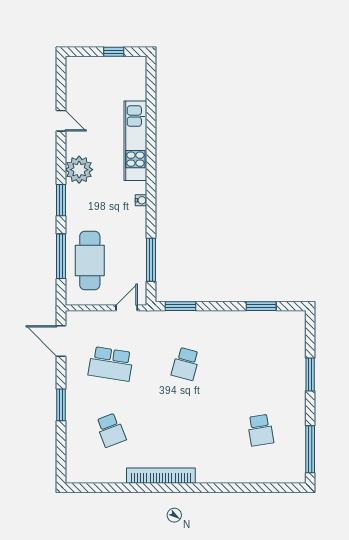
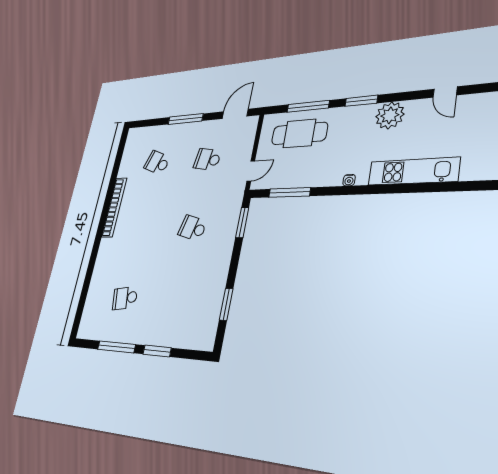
door: (61, 121) -> (445, 92), hinge flipped
door: (127, 308) -> (251, 171), hinge flipped
school desk: (111, 364) -> (207, 159), width x0.54
window: (61, 405) -> (185, 119), width x1.44
school desk: (111, 430) -> (157, 163), turned 42
window: (310, 449) -> (116, 347), moved

